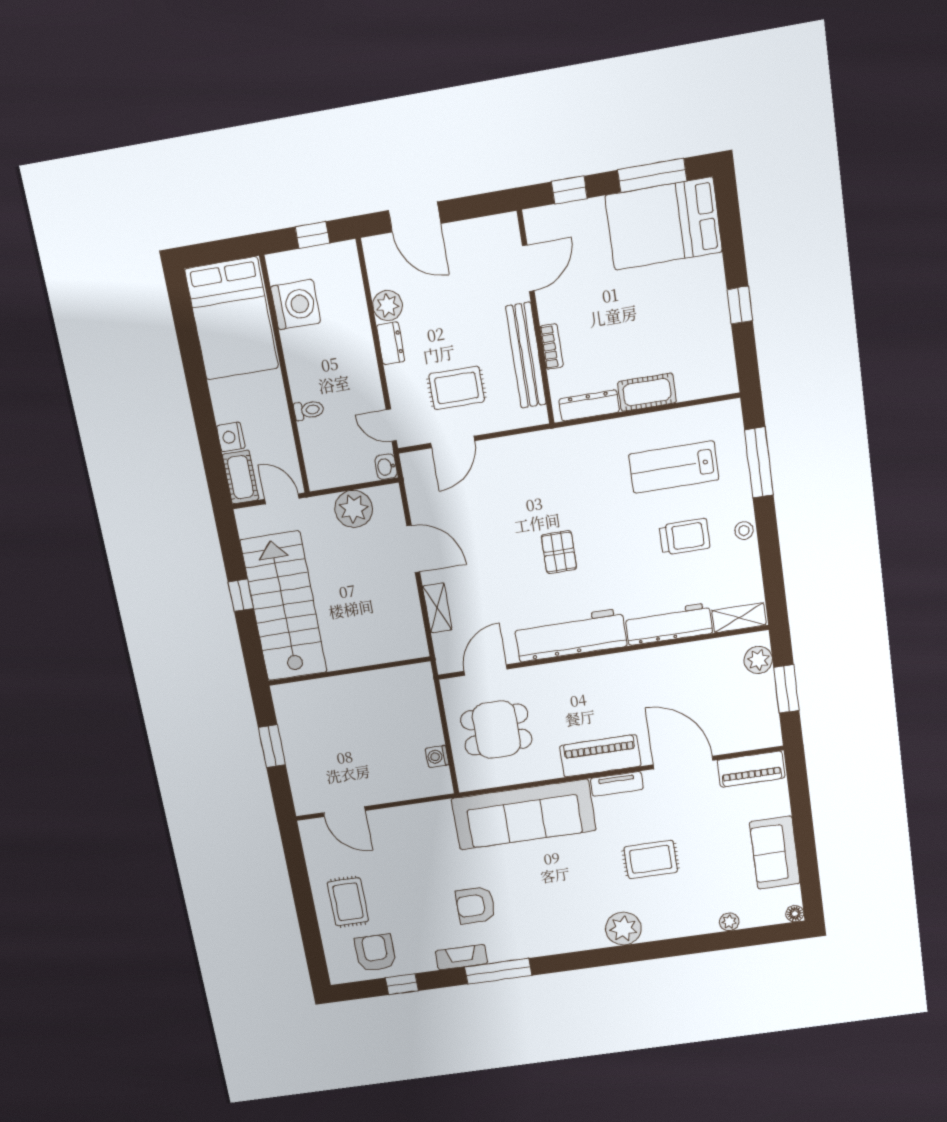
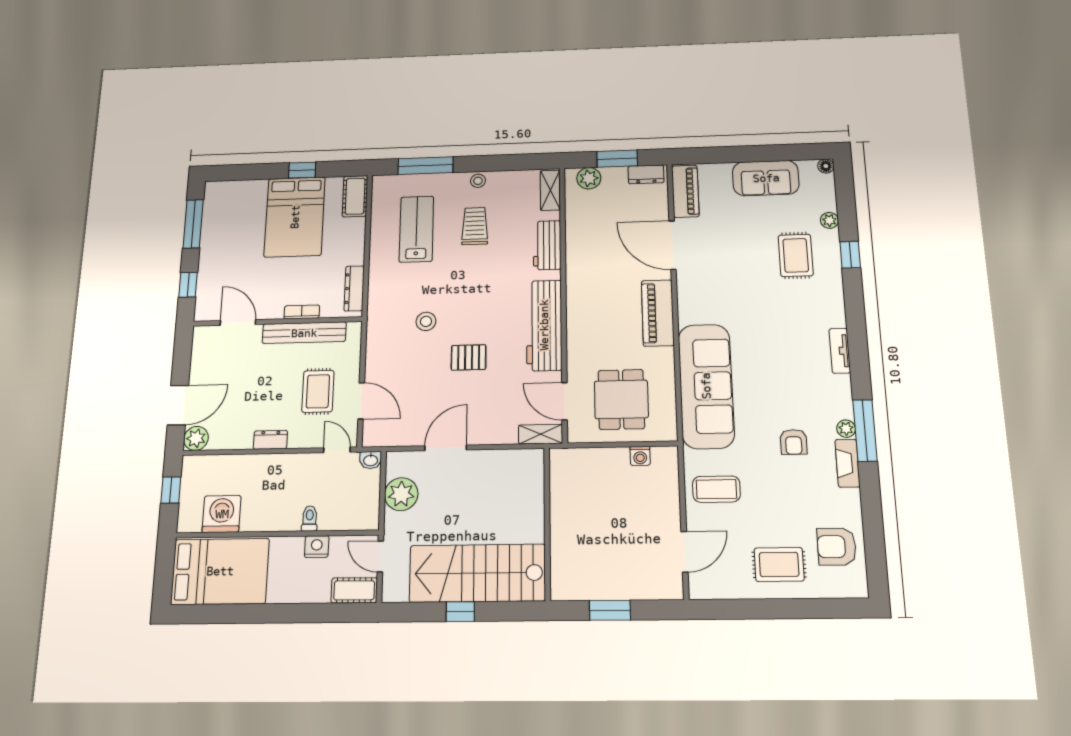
bed: (664, 224) -> (295, 217), moved
plant: (388, 305) -> (196, 438), moved
cot: (647, 392) -> (355, 196), moved
door: (391, 425) -> (337, 450), swing flipped
nightstand: (231, 437) -> (317, 547), moved, turned 180
lab bench: (674, 467) -> (416, 229), turned 180
door: (282, 499) -> (380, 557), hinge flipped
stool: (558, 500) -> (426, 321), added
pallet: (559, 552) -> (469, 357), moved
shelving: (437, 608) -> (541, 434), moved
workbench: (669, 624) -> (547, 245), width x0.73
dresser: (769, 724) -> (646, 174), added
door: (683, 763) -> (673, 245), hinge flipped
tv unit: (617, 784) -> (840, 351), moved, turned 180
coffee table: (414, 836) -> (716, 489), added
rug: (651, 859) -> (796, 255), moved
armchair: (476, 905) -> (794, 442), width x0.72, depth x0.72
plant: (623, 929) -> (846, 429), moved, width x0.53, depth x0.53
window: (402, 984) -> (850, 255), moved

